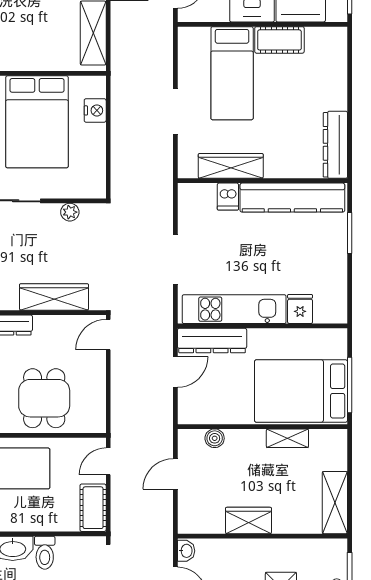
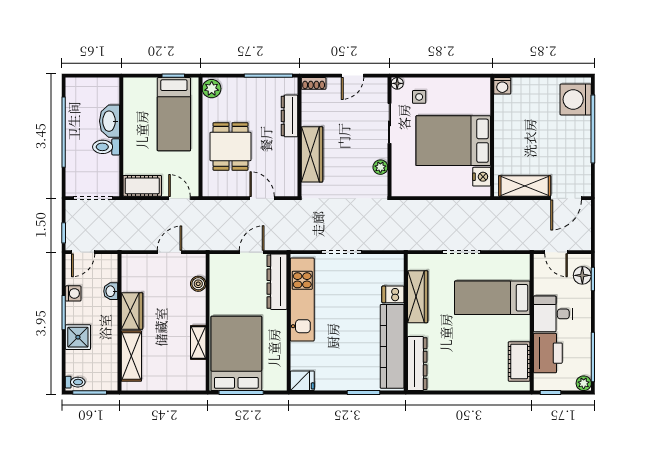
cot: (279, 40) -> (519, 361), moved
nightstand: (95, 110) -> (482, 177), moved, turned -90
dresser: (335, 145) -> (417, 364), moved, turned 90
fridge: (300, 309) -> (302, 381), moved
door: (108, 335) -> (262, 198), moved
door: (175, 372) -> (252, 252), swing flipped
dining table: (44, 398) -> (231, 146), turned 90
door: (175, 474) -> (169, 252), hinge flipped
shelving: (335, 503) -> (131, 356), moved, turned 90
washbasin: (186, 551) -> (111, 291), moved, turned 90

